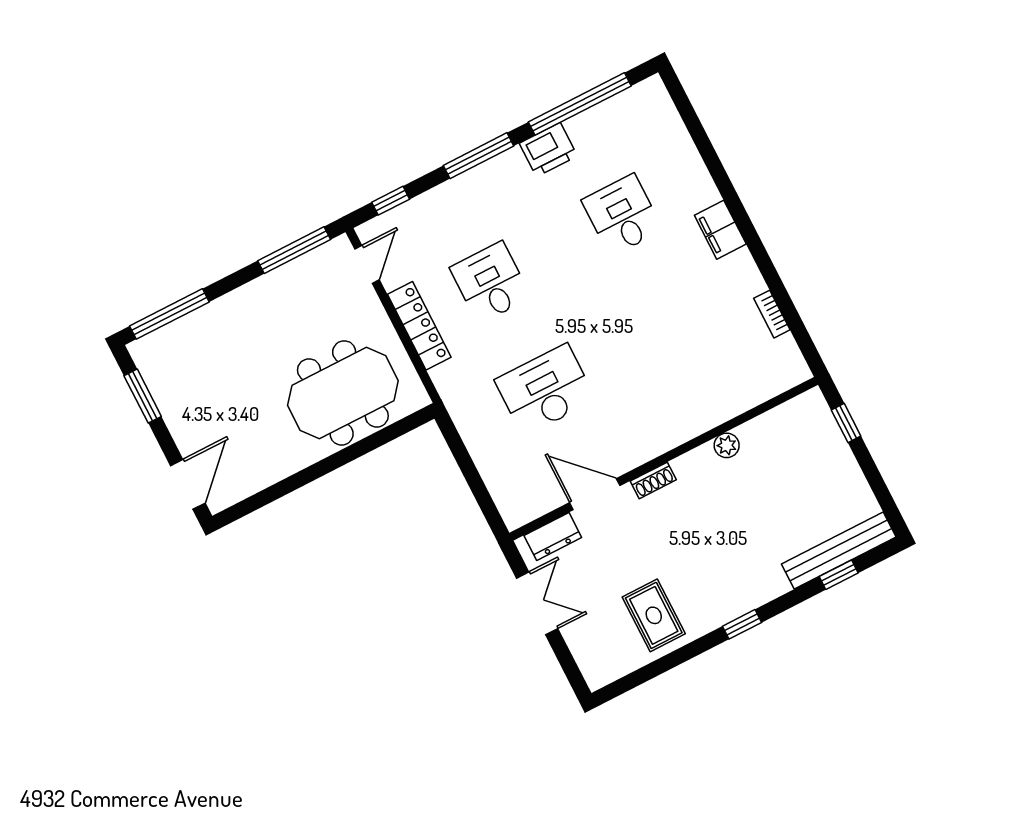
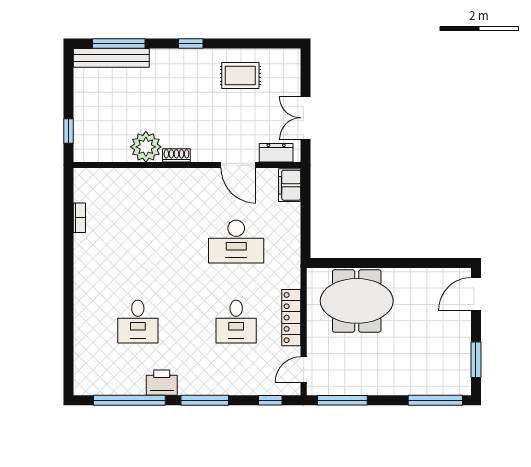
filing cabinet: (720, 230) -> (290, 185), moved, turned 180
plant: (727, 445) -> (146, 147), width x1.88, depth x1.88
shoe rack: (653, 480) -> (176, 155), moved
window: (839, 575) -> (119, 44), width x2.17
rug: (654, 615) -> (240, 76), turned 90

